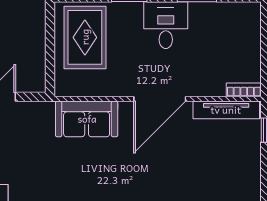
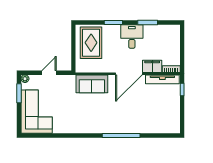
filing cabinet: (206, 84) -> (152, 66), added

